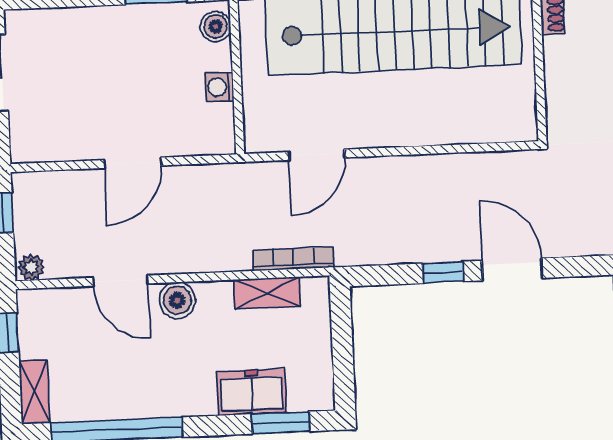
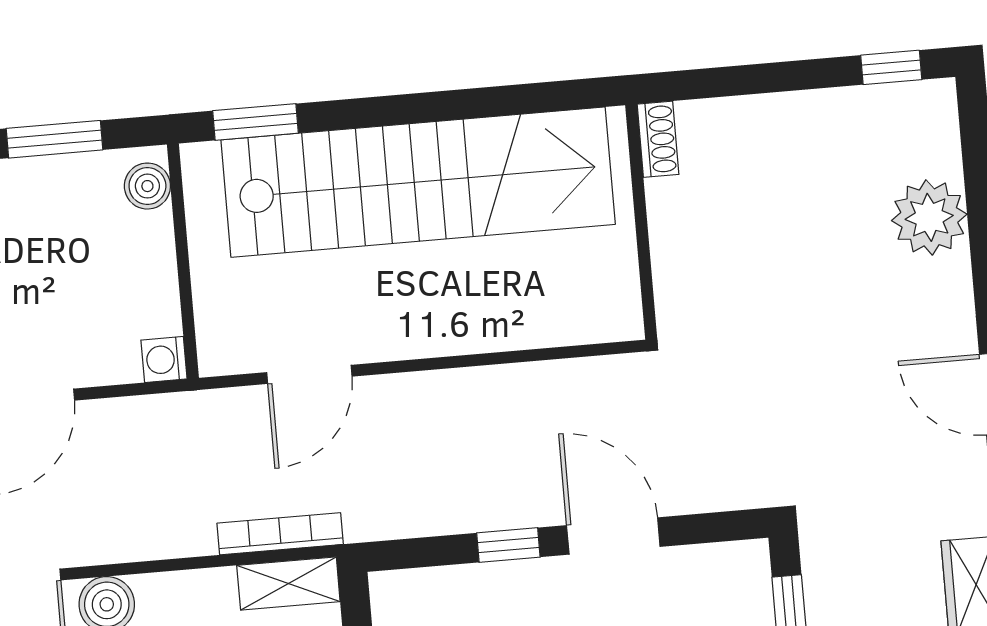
washing machine: (219, 87) -> (164, 360), moved
shelving: (267, 293) -> (288, 583), moved

